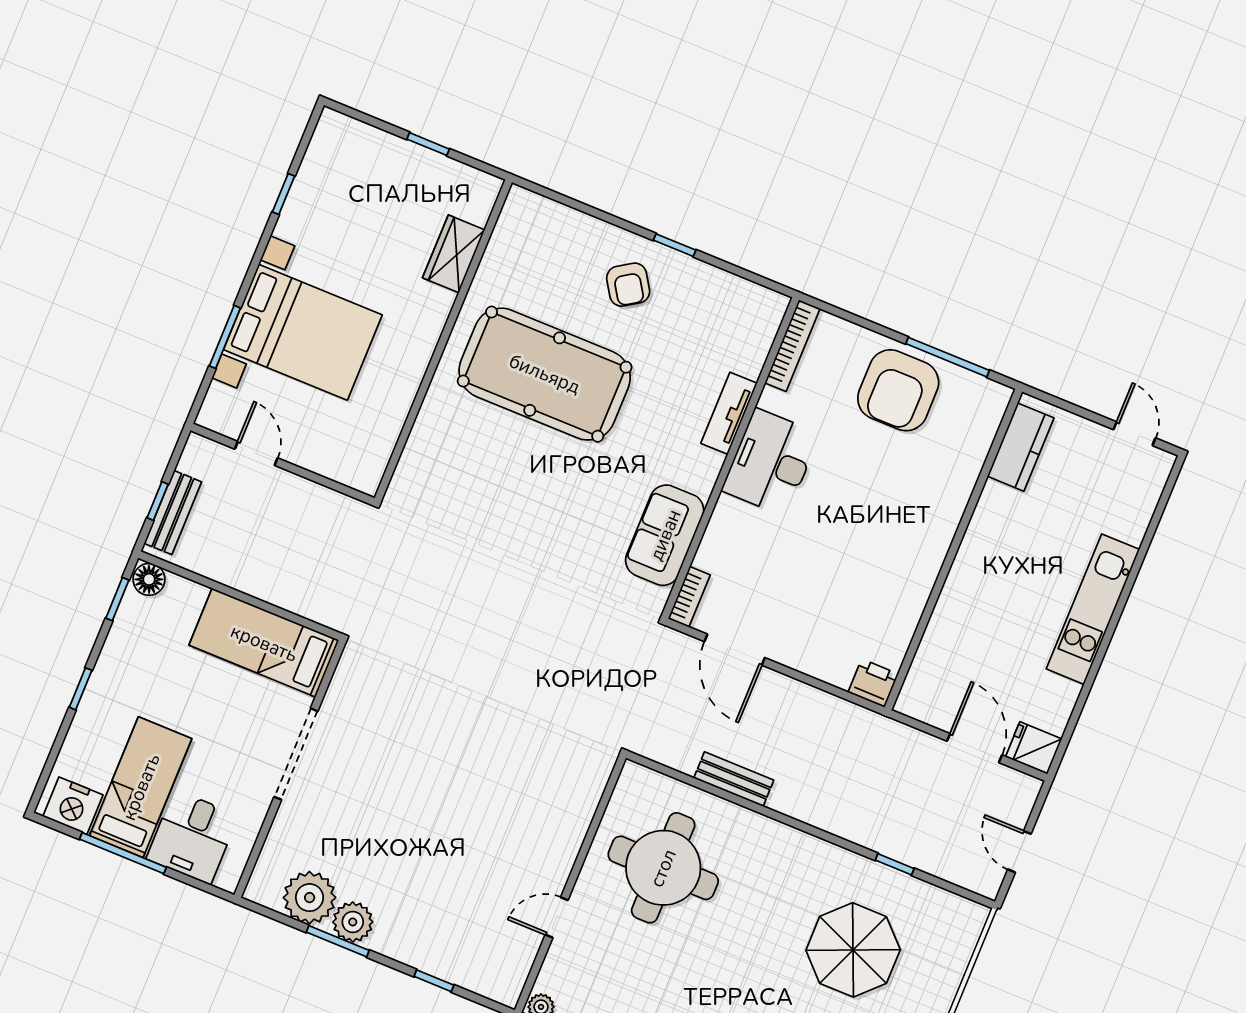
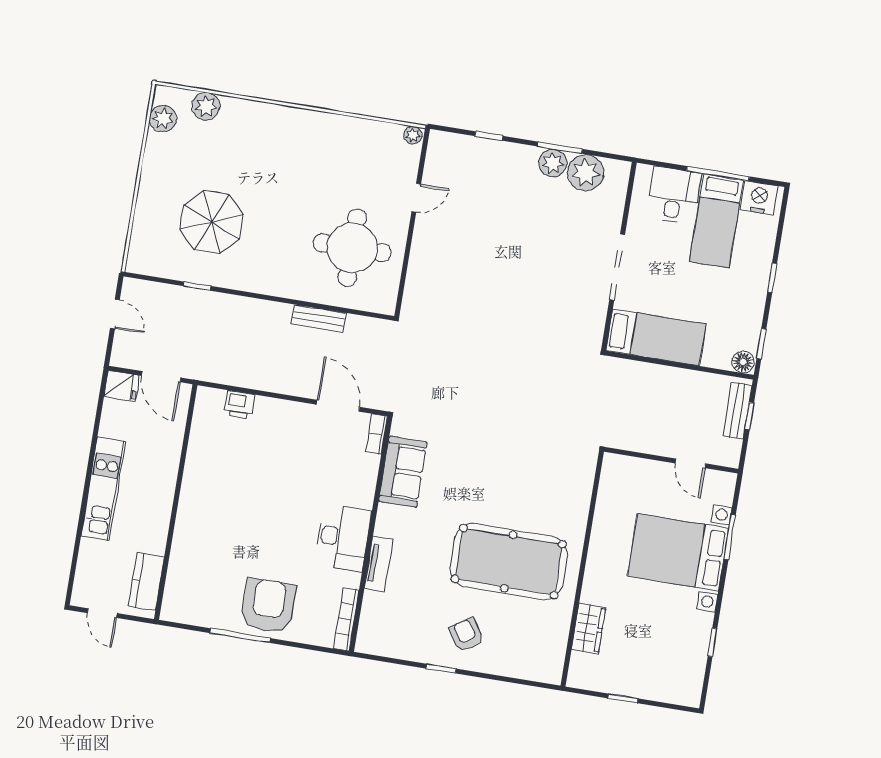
kitchen counter: (1021, 447) -> (146, 581), moved
wall: (953, 549) -> (176, 502), moved

